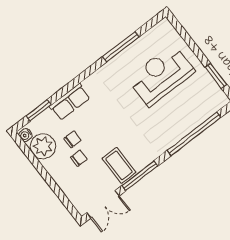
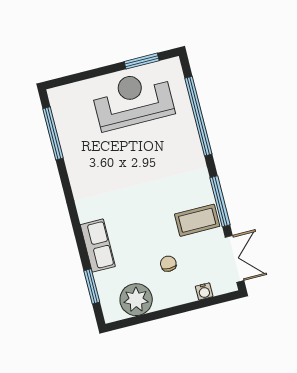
window: (121, 47) -> (53, 133), moved
reception desk: (161, 75) -> (133, 100), moved, turned 90
water cooler: (26, 135) -> (204, 291), moved
chair: (72, 139) -> (143, 262), removed

